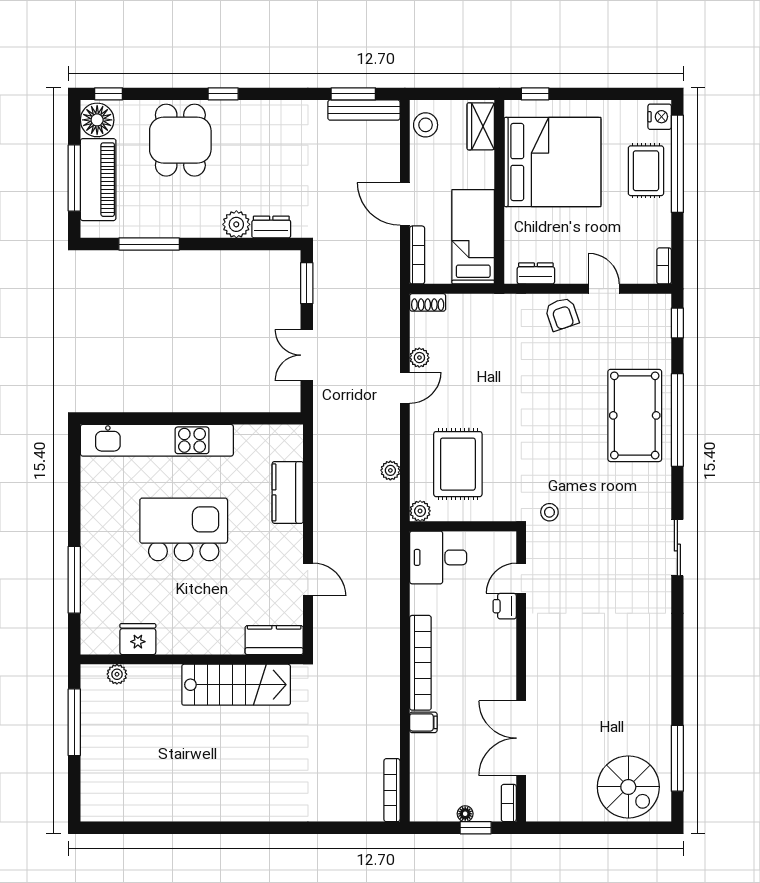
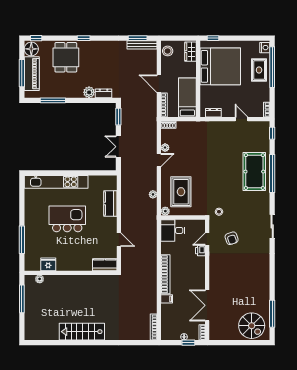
armchair: (562, 314) -> (232, 238), moved
stairs: (236, 685) -> (82, 332), moved, turned 180

